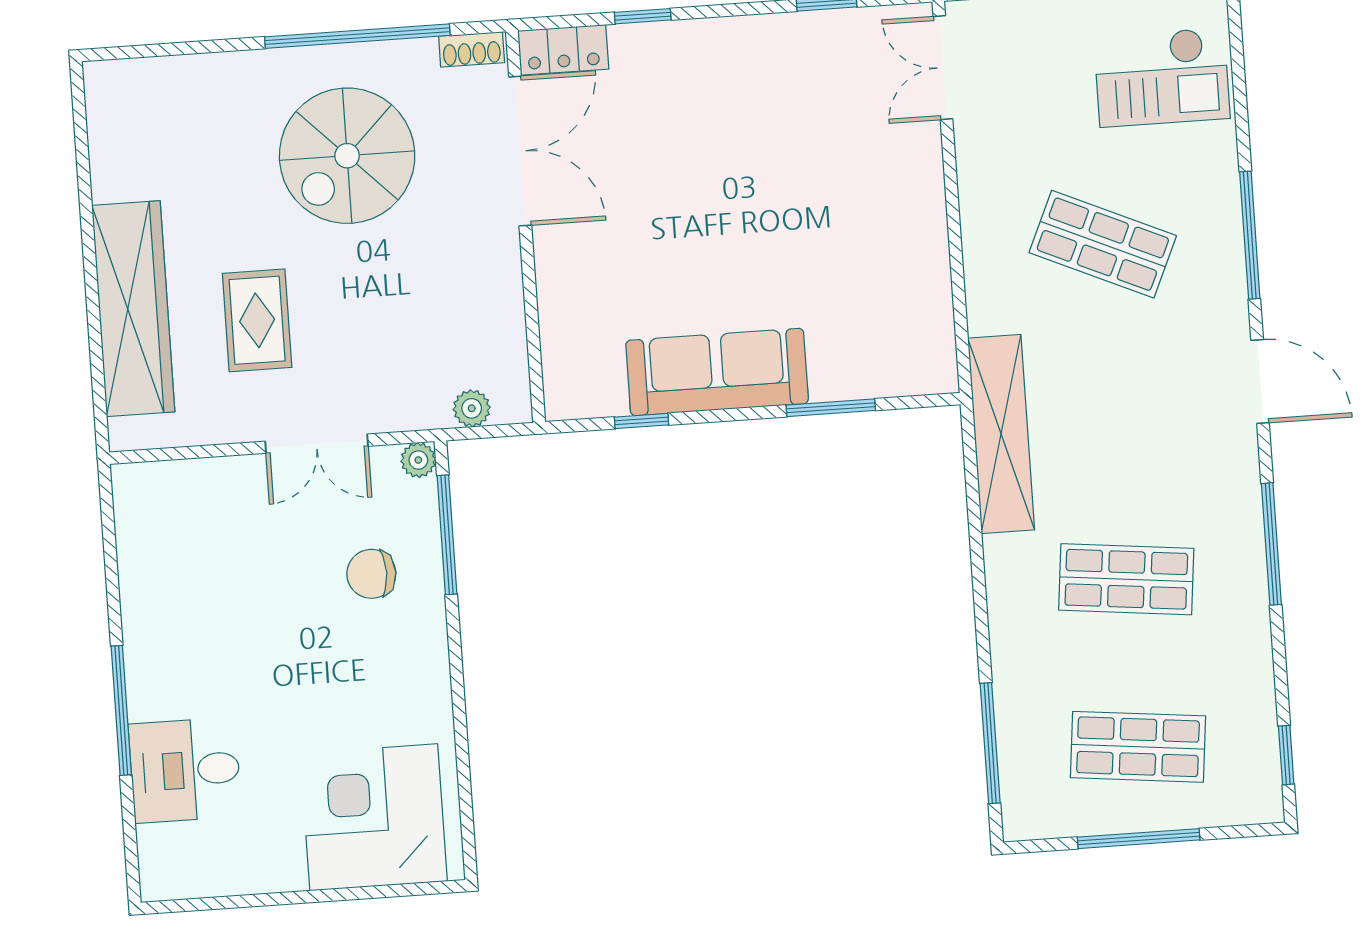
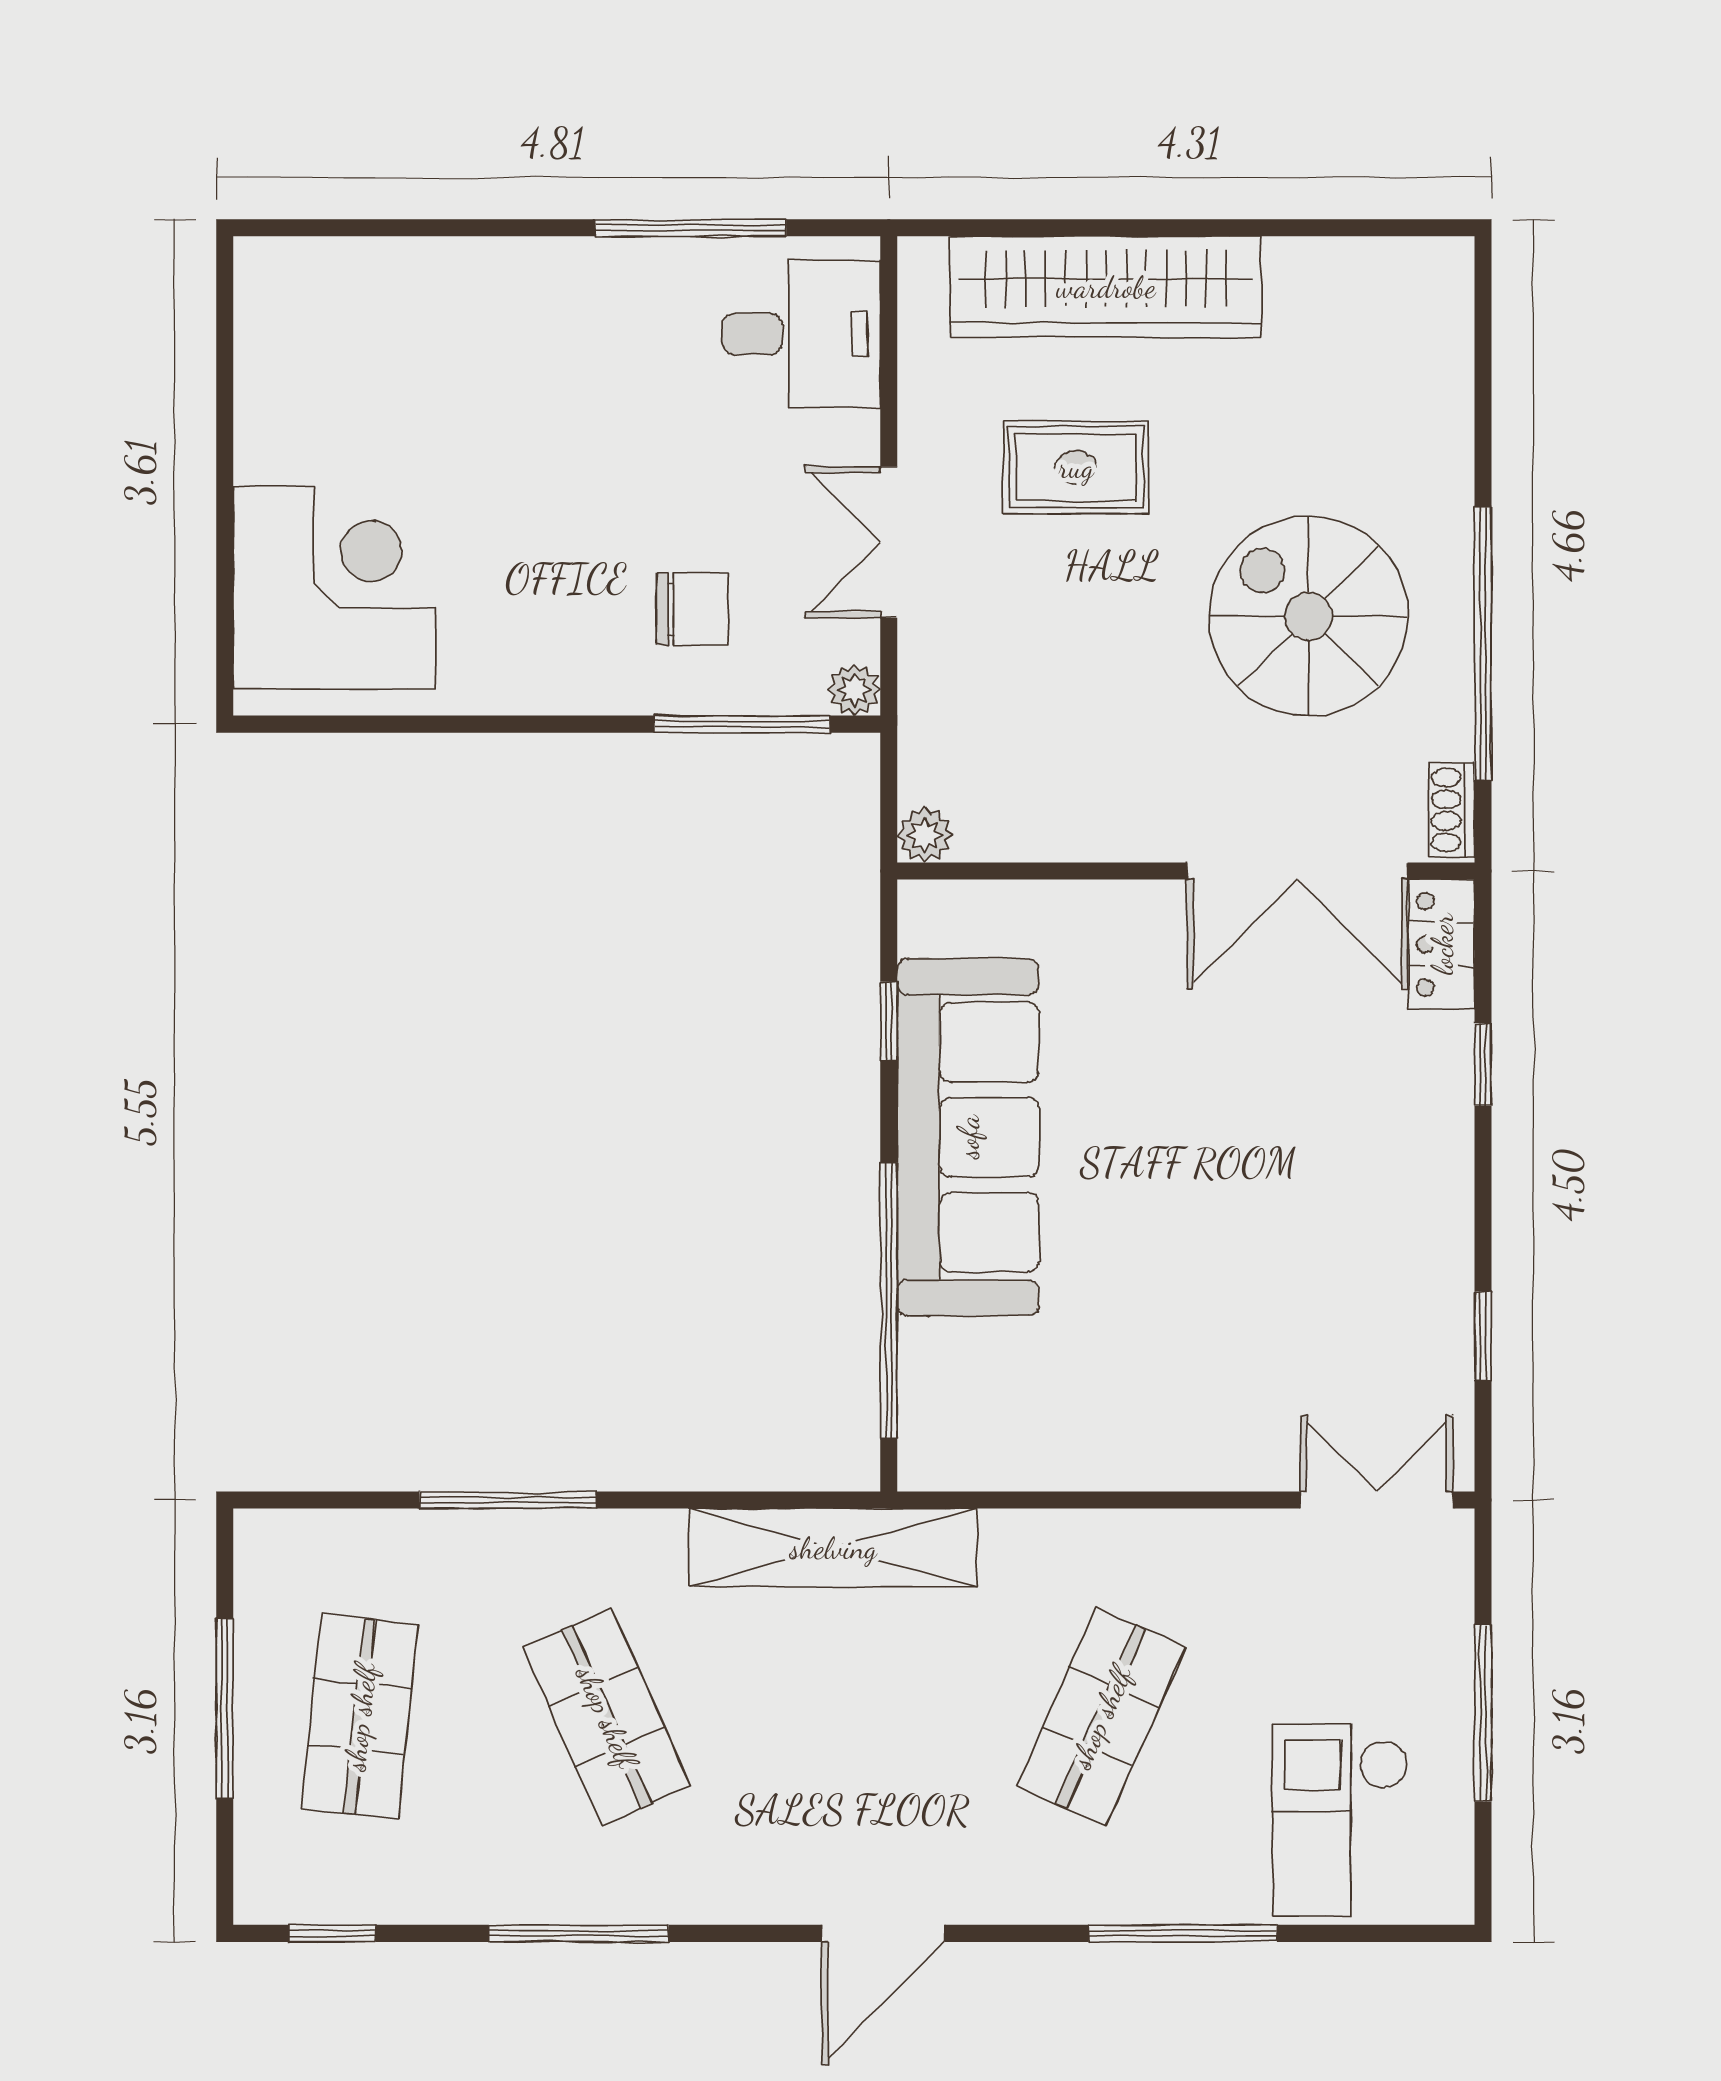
window: (1250, 235) -> (1183, 1933), moved
sofa: (717, 372) -> (968, 1137), width x1.36, depth x1.27
plant: (472, 408) -> (925, 835), moved
window: (831, 408) -> (889, 1300), width x2.11
window: (1271, 544) -> (579, 1933), moved
chair: (371, 574) -> (692, 609), turned 90
shop shelf: (1126, 579) -> (607, 1717), turned -30
window: (121, 710) -> (691, 228), moved
window: (990, 743) -> (508, 1500), moved
desk: (185, 770) -> (801, 334), moved, turned 90

